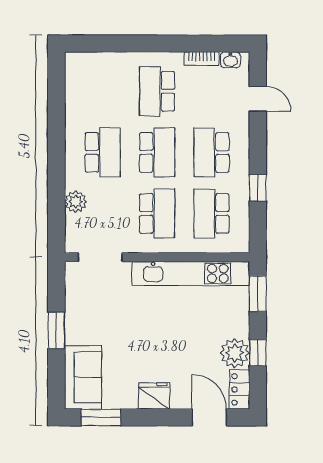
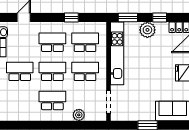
school desk: (157, 91) -> (20, 71), turned 180
school desk: (212, 152) -> (52, 42), turned 180
school desk: (212, 213) -> (85, 42), turned 180
plant: (235, 353) -> (147, 30), moved

